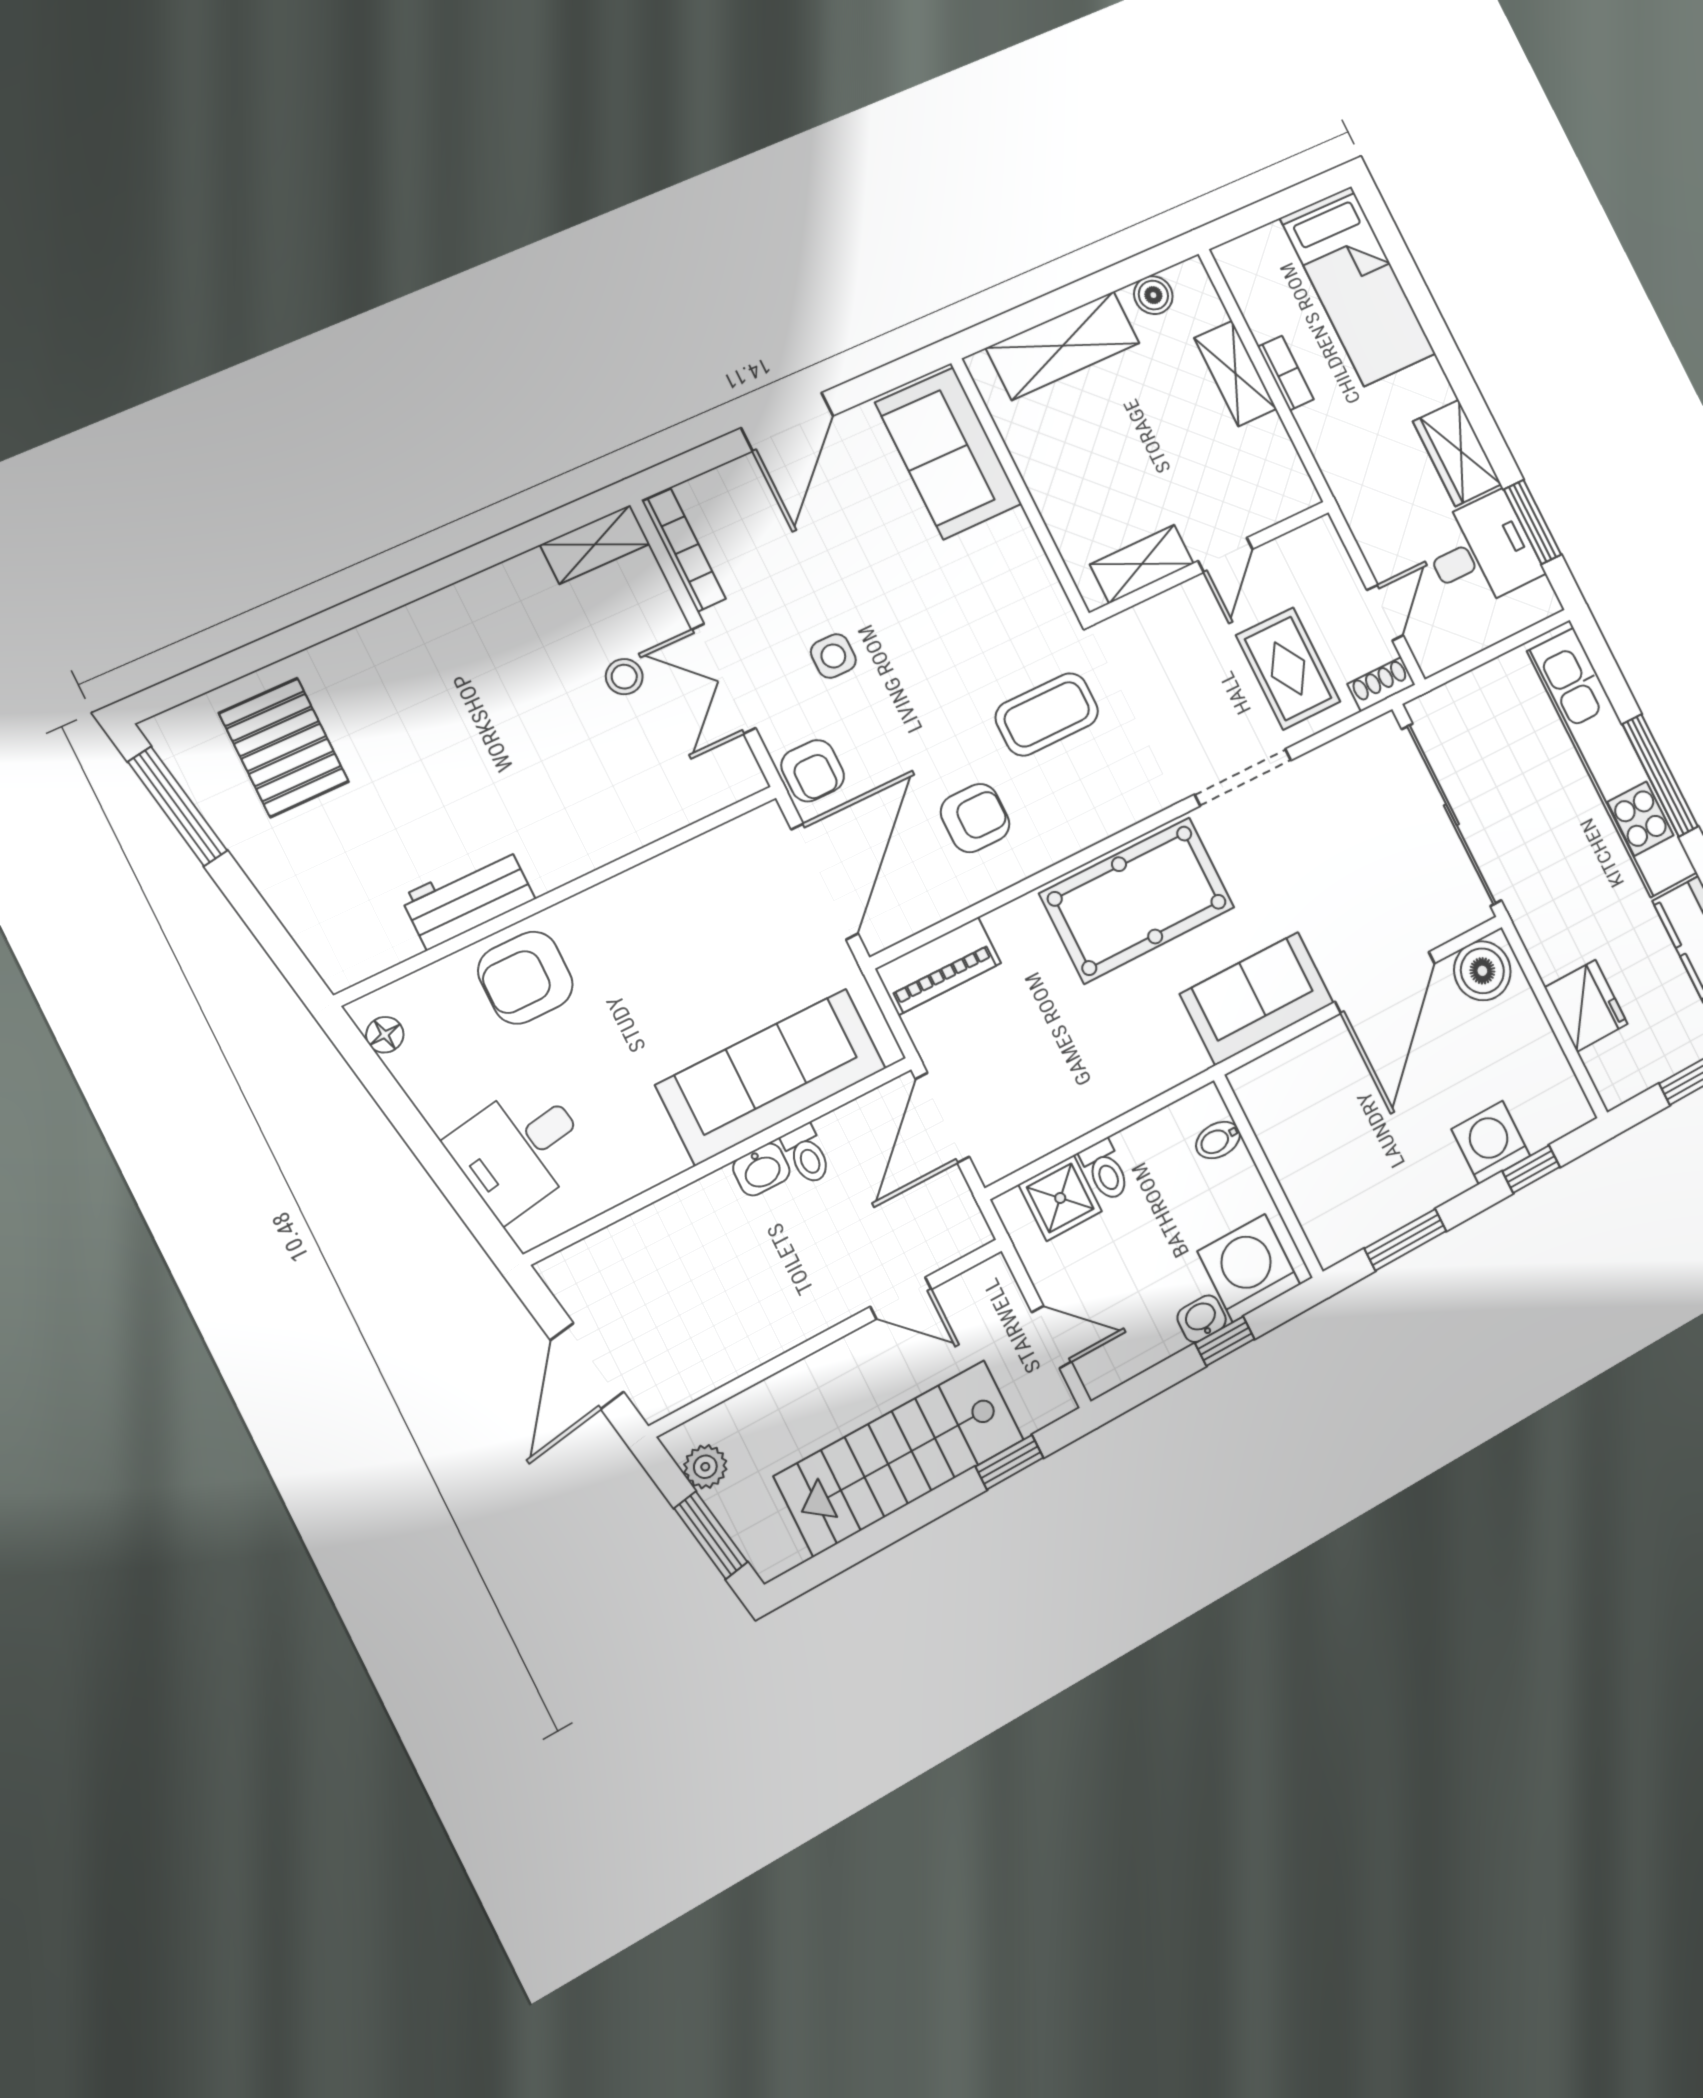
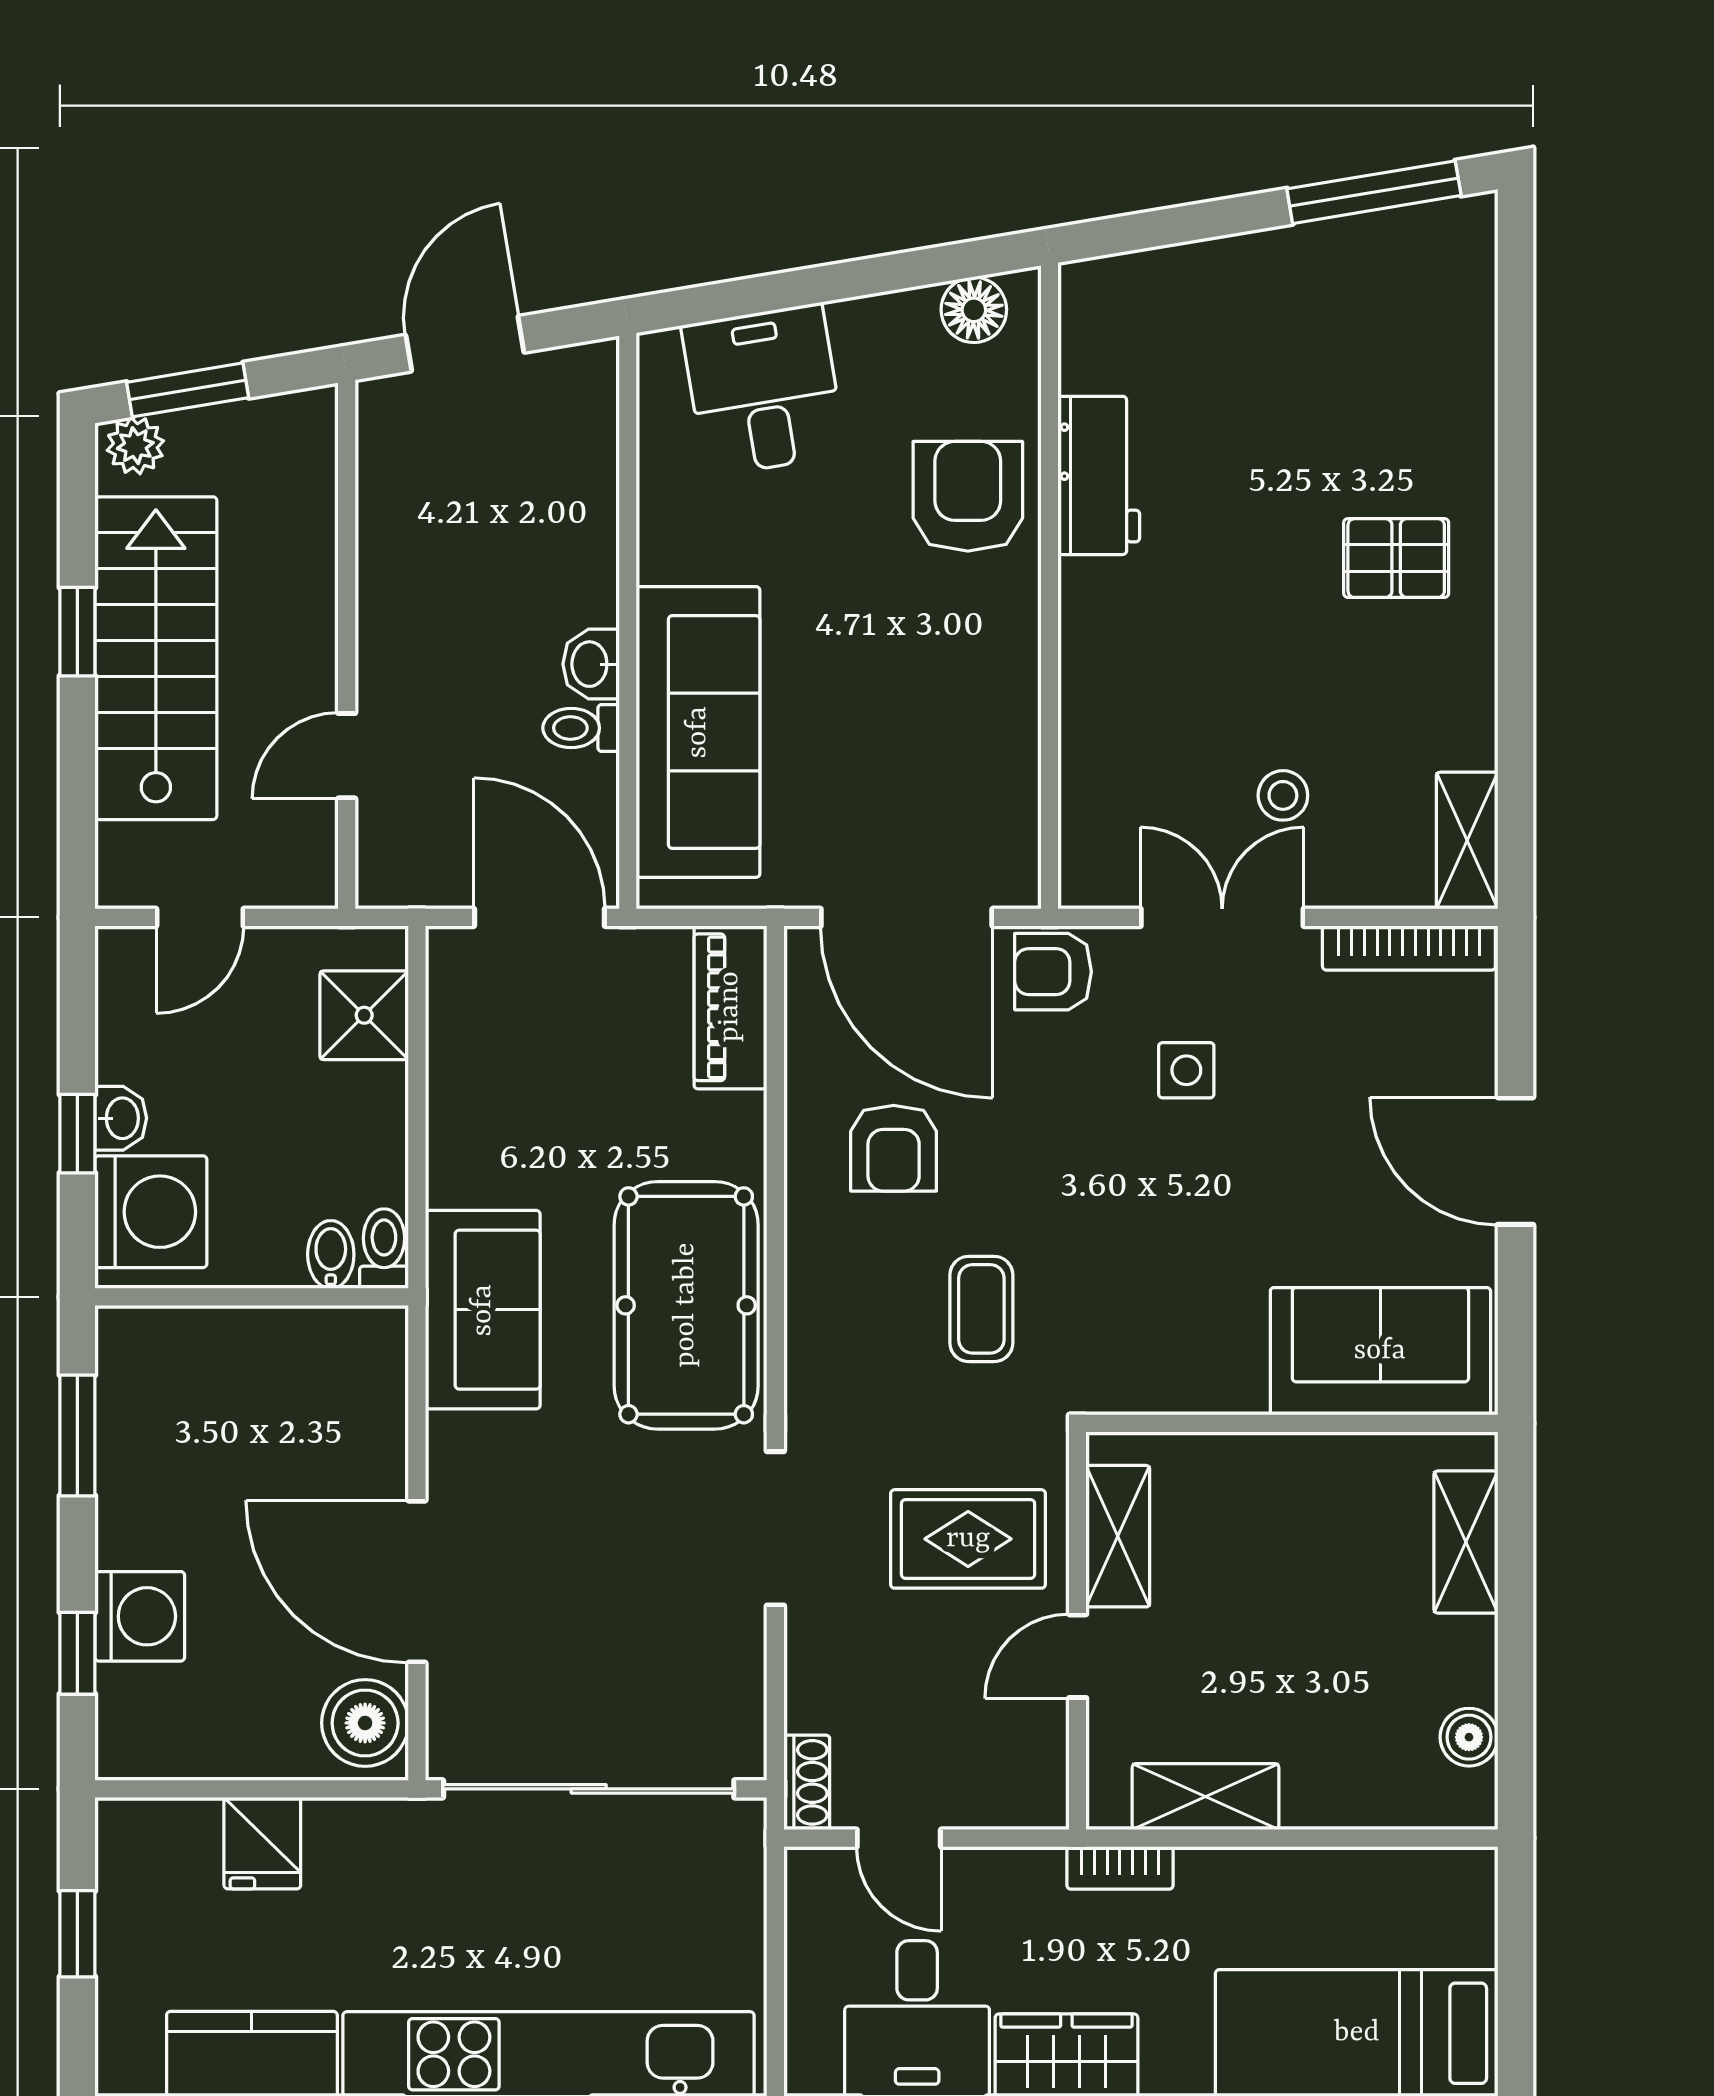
shelving: (1063, 346) -> (1466, 1542), width x0.67, depth x0.75
shelving: (1235, 373) -> (1206, 1797), moved
bookcase: (1286, 373) -> (1120, 1868), moved
door: (1225, 555) -> (1078, 1656), hinge flipped
rug: (1288, 668) -> (968, 1539), moved
coffee table: (1047, 714) -> (981, 1309), width x0.73, depth x0.77
pallet: (284, 747) -> (1396, 558), moved, width x0.67, depth x0.71
sofa: (1257, 999) -> (483, 1310), moved
fridge: (1586, 1006) -> (262, 1843), width x0.72
floor lamp: (385, 1035) -> (974, 310), width x1.37, depth x1.37
toilet: (1105, 1170) -> (384, 1249), moved, turned 90
door: (587, 1366) -> (465, 344), hinge flipped
window: (1009, 1462) -> (77, 632), moved
plant: (705, 1467) -> (135, 446), moved

